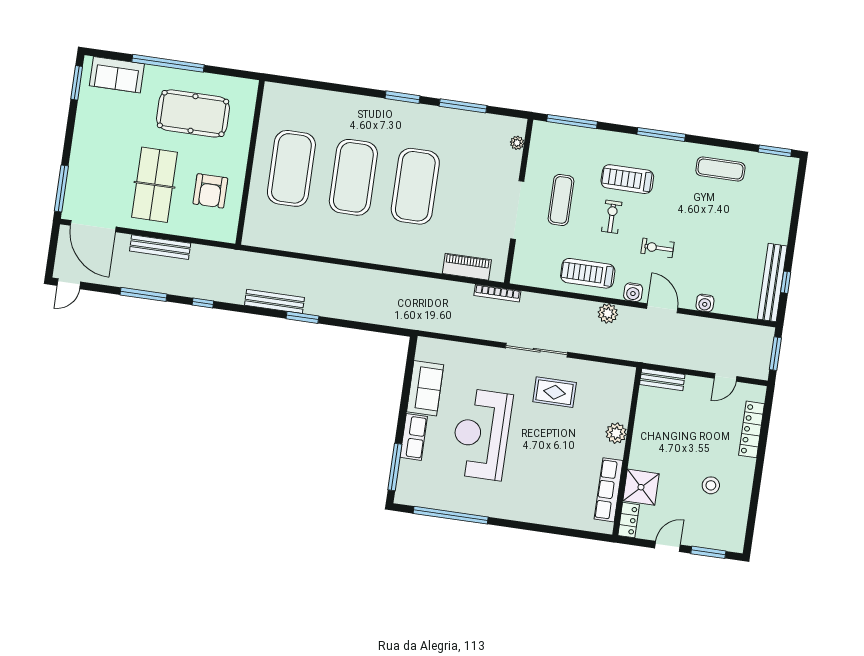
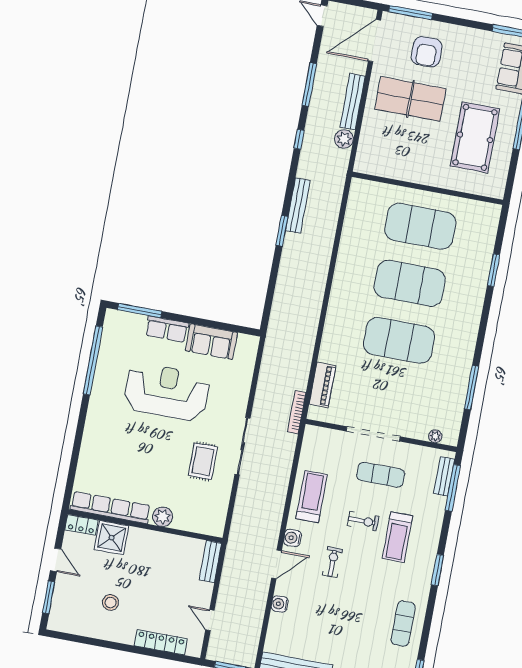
window: (403, 97) -> (494, 270), moved
bench: (560, 131) -> (444, 476), added
window: (661, 134) -> (437, 570), width x0.69
treadmill: (627, 179) -> (397, 537), turned 180
armchair: (210, 191) -> (427, 52), moved, turned -90
plant: (608, 313) -> (344, 139), moved
row of seats: (609, 490) -> (110, 507), width x1.36

